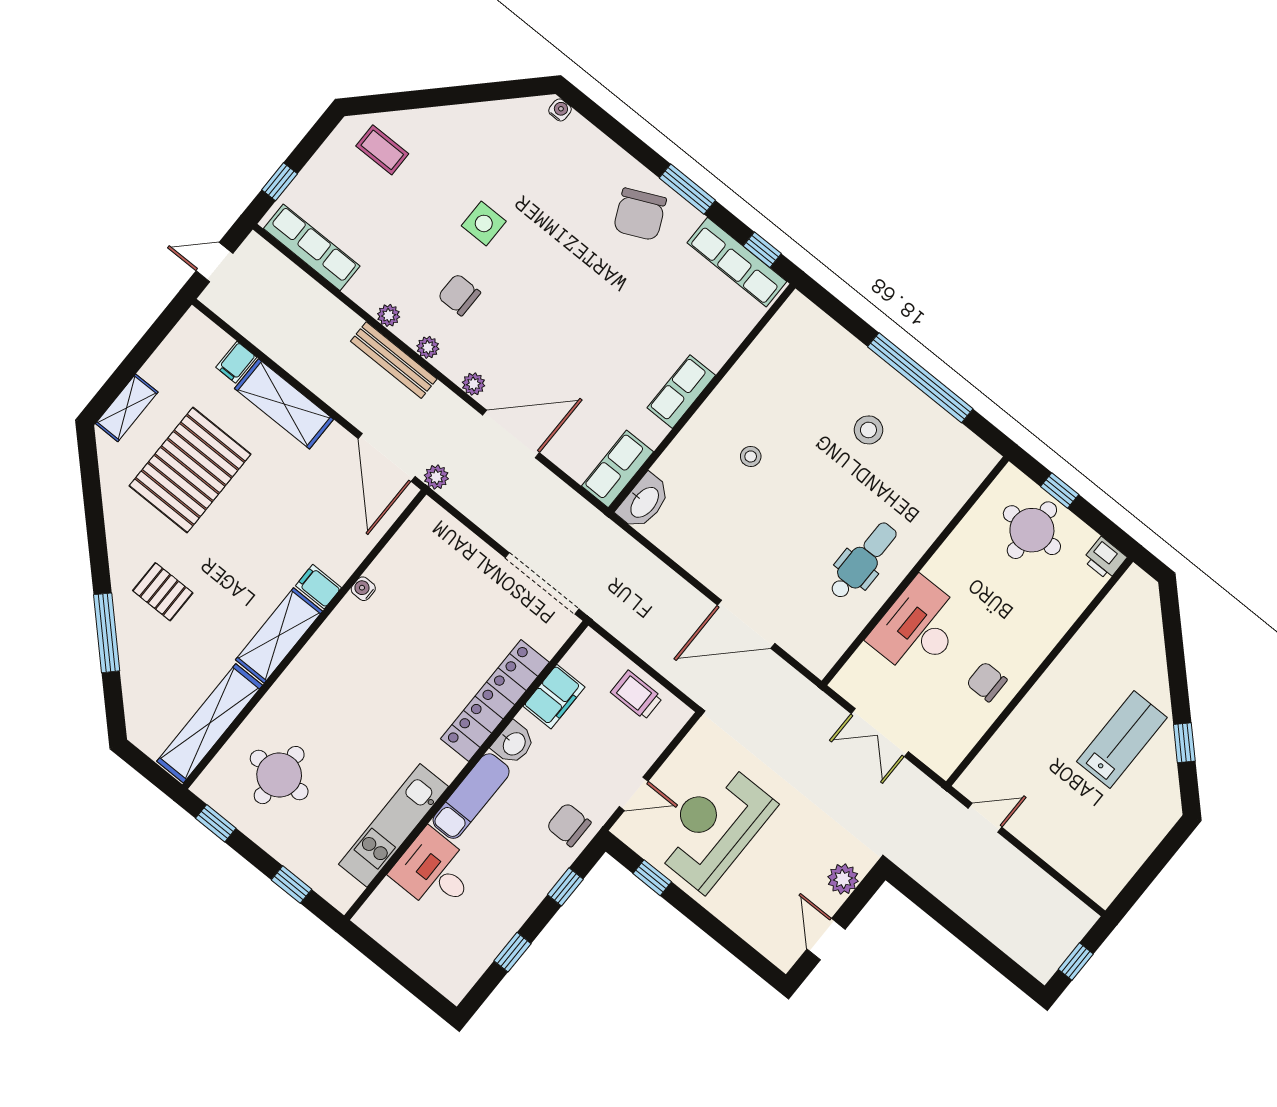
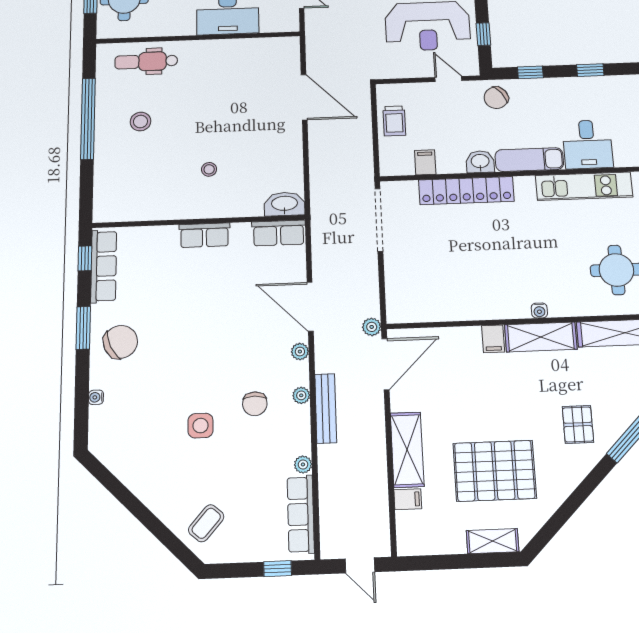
water cooler: (560, 110) -> (96, 397), moved
coffee table: (382, 150) -> (206, 523), turned 41
plant: (389, 315) -> (303, 464), moved
dental chair: (863, 561) -> (146, 61), moved
water cooler: (363, 589) -> (539, 311), moved
filing cabinet: (554, 697) -> (425, 162), width x0.50
chair: (569, 825) -> (496, 98), turned 53

